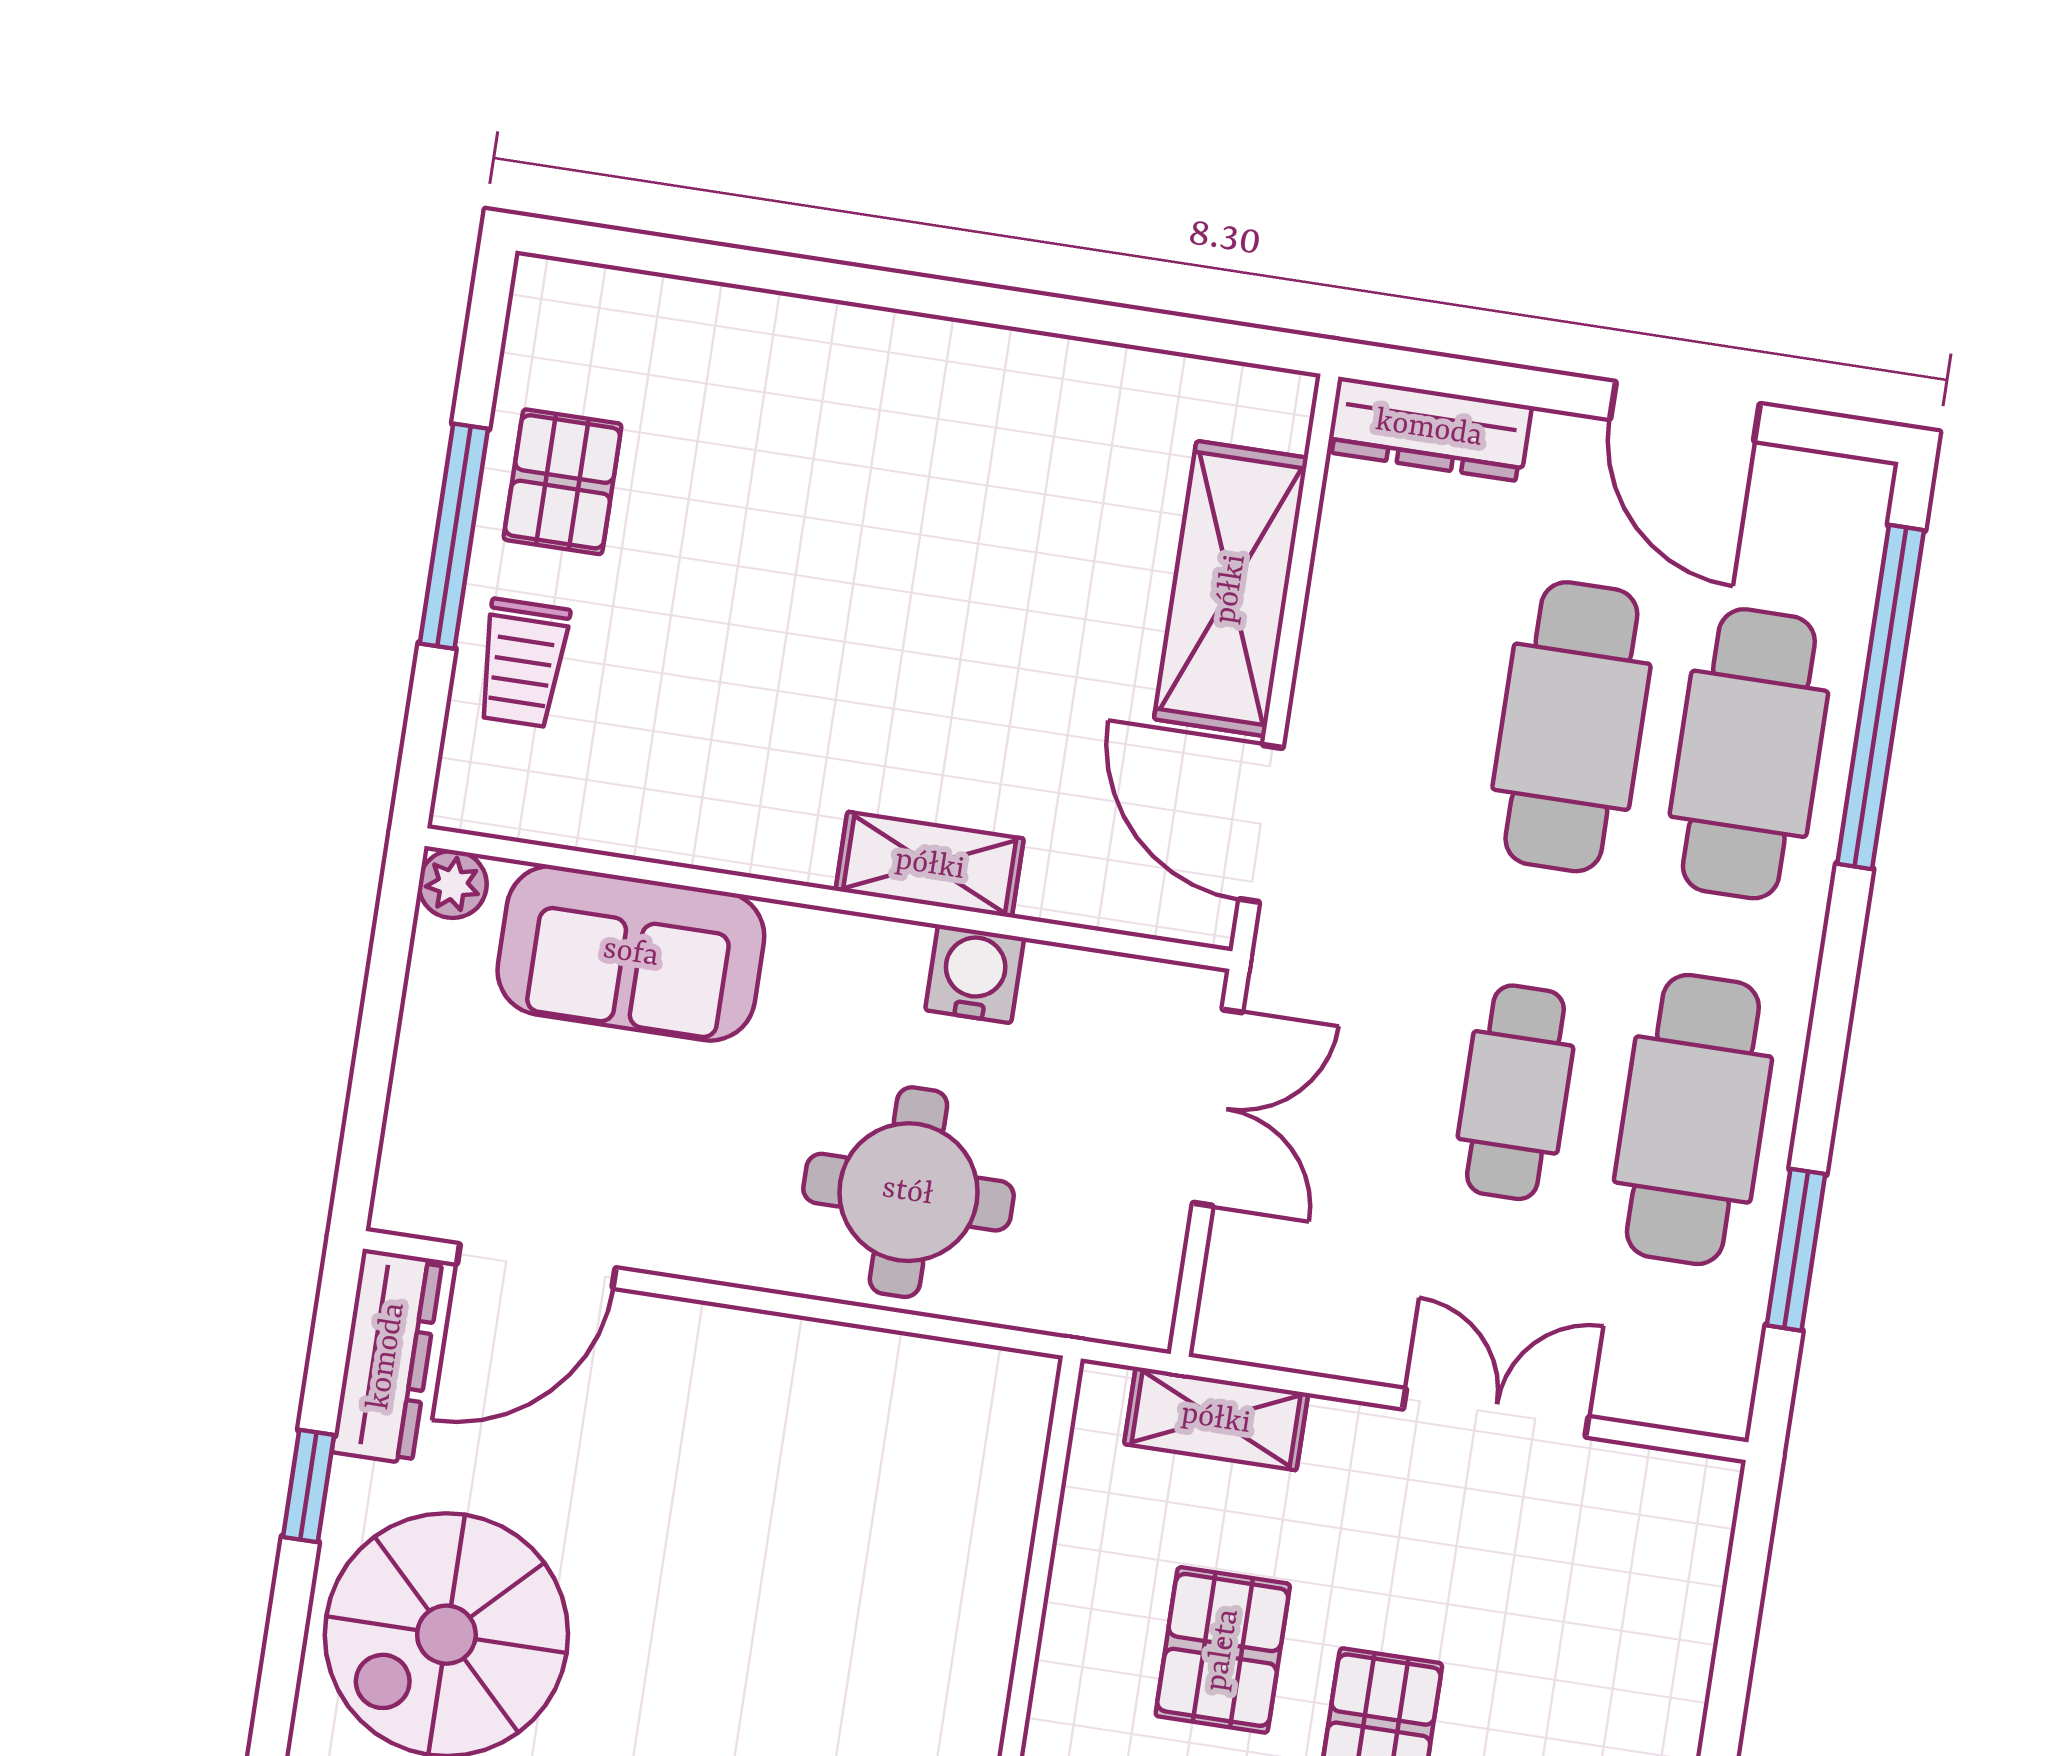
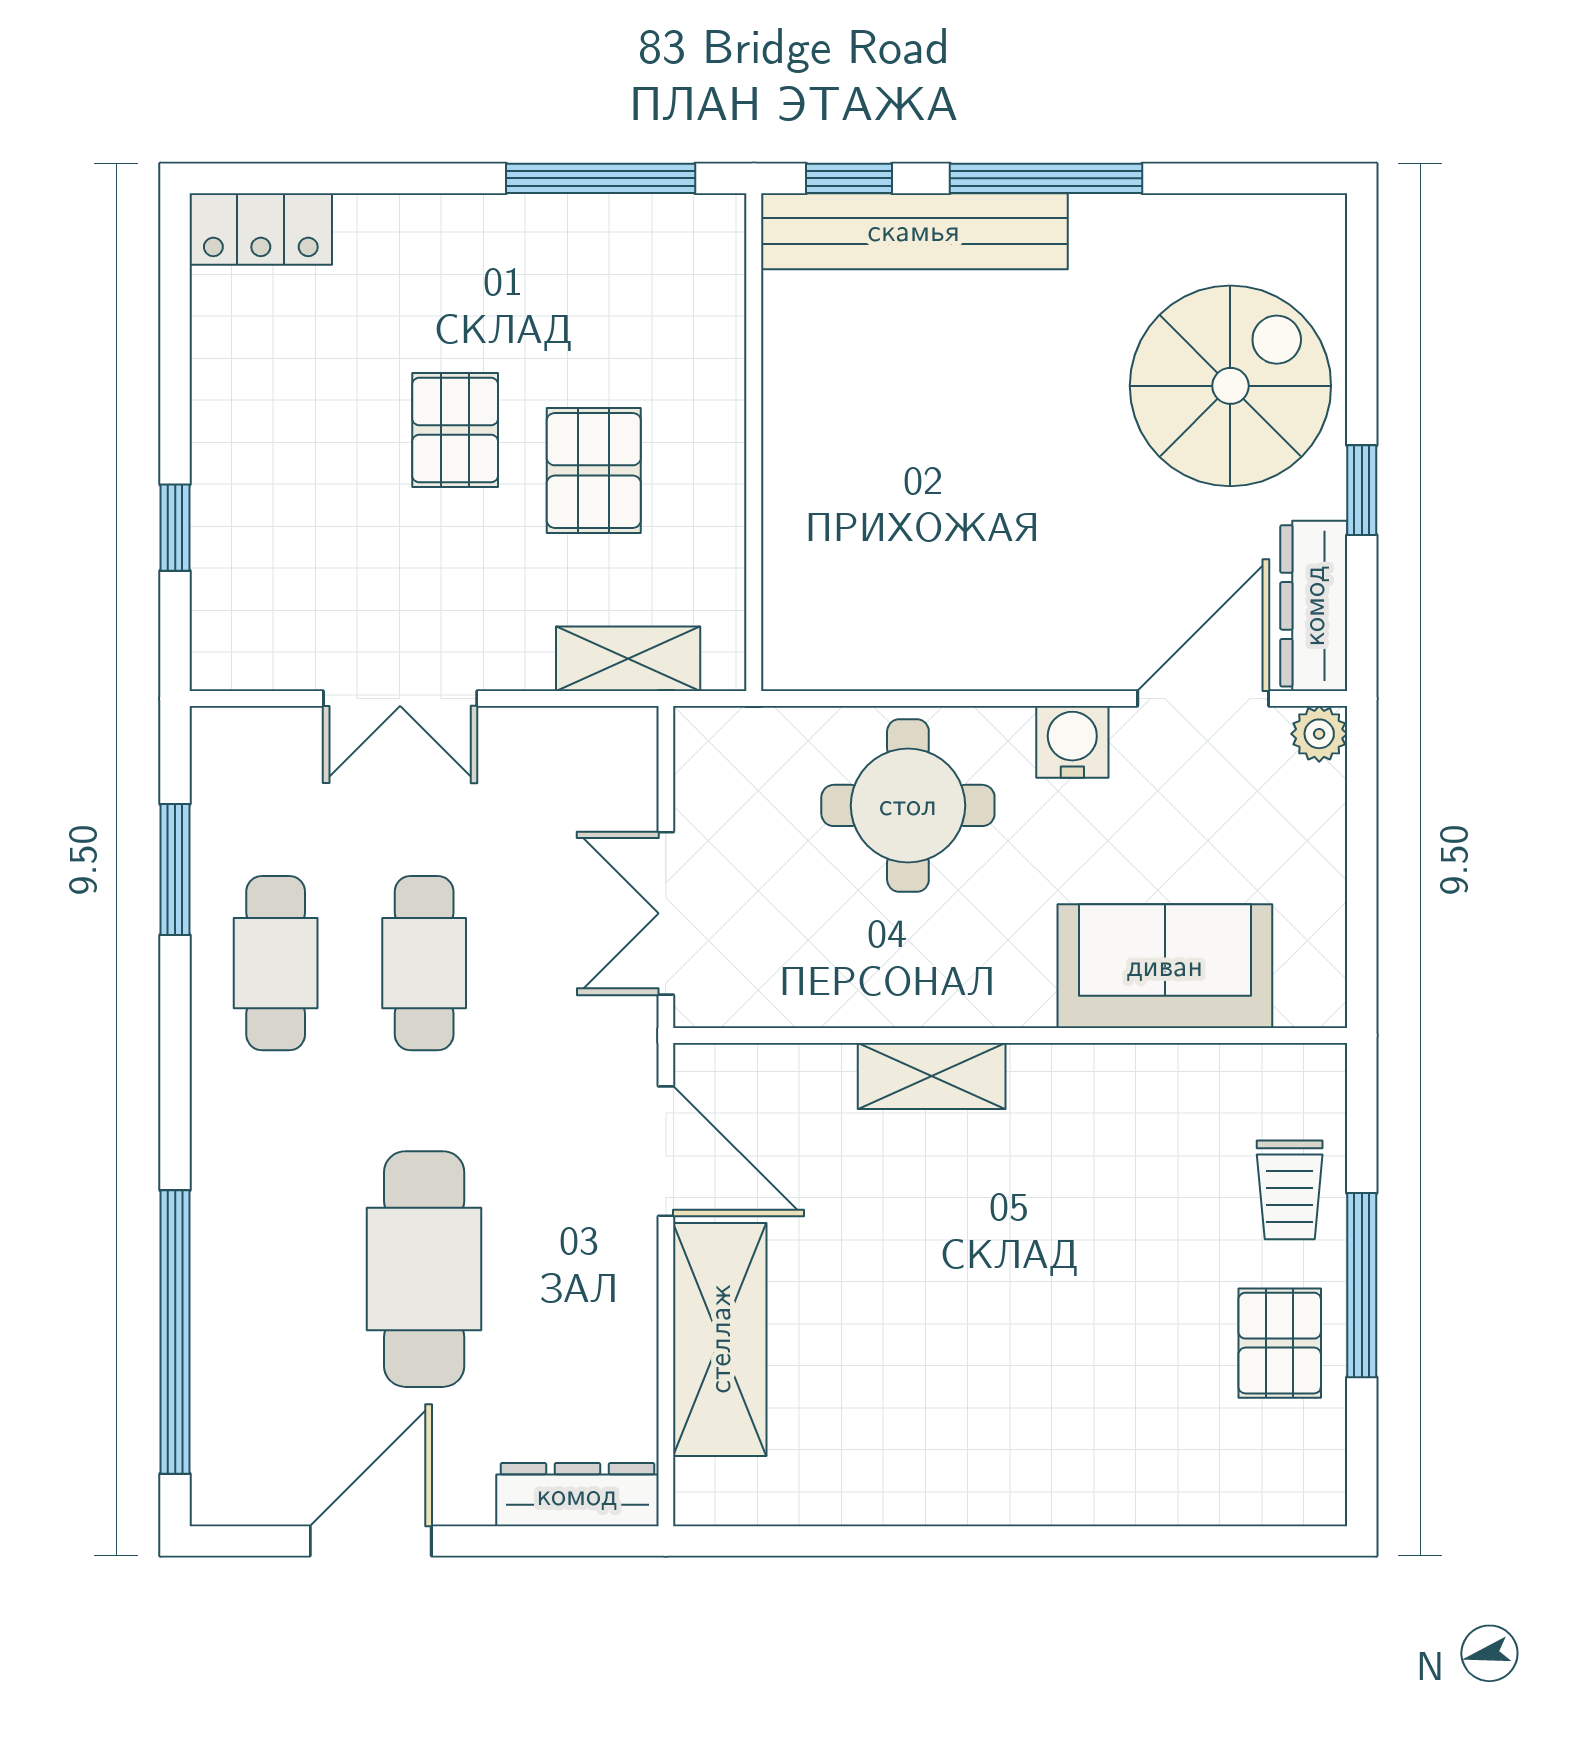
door: (1685, 411) -> (371, 1541), hinge flipped
trolley: (523, 663) -> (1290, 1190), turned 180
cafe table: (1749, 754) -> (276, 1269), removed
plant: (453, 884) -> (1319, 734), moved
water cooler: (975, 974) -> (1072, 742), moved, turned 180
cafe table: (1693, 1119) -> (276, 963), width x0.73, depth x0.74
window: (1733, 1658) -> (175, 528), added

